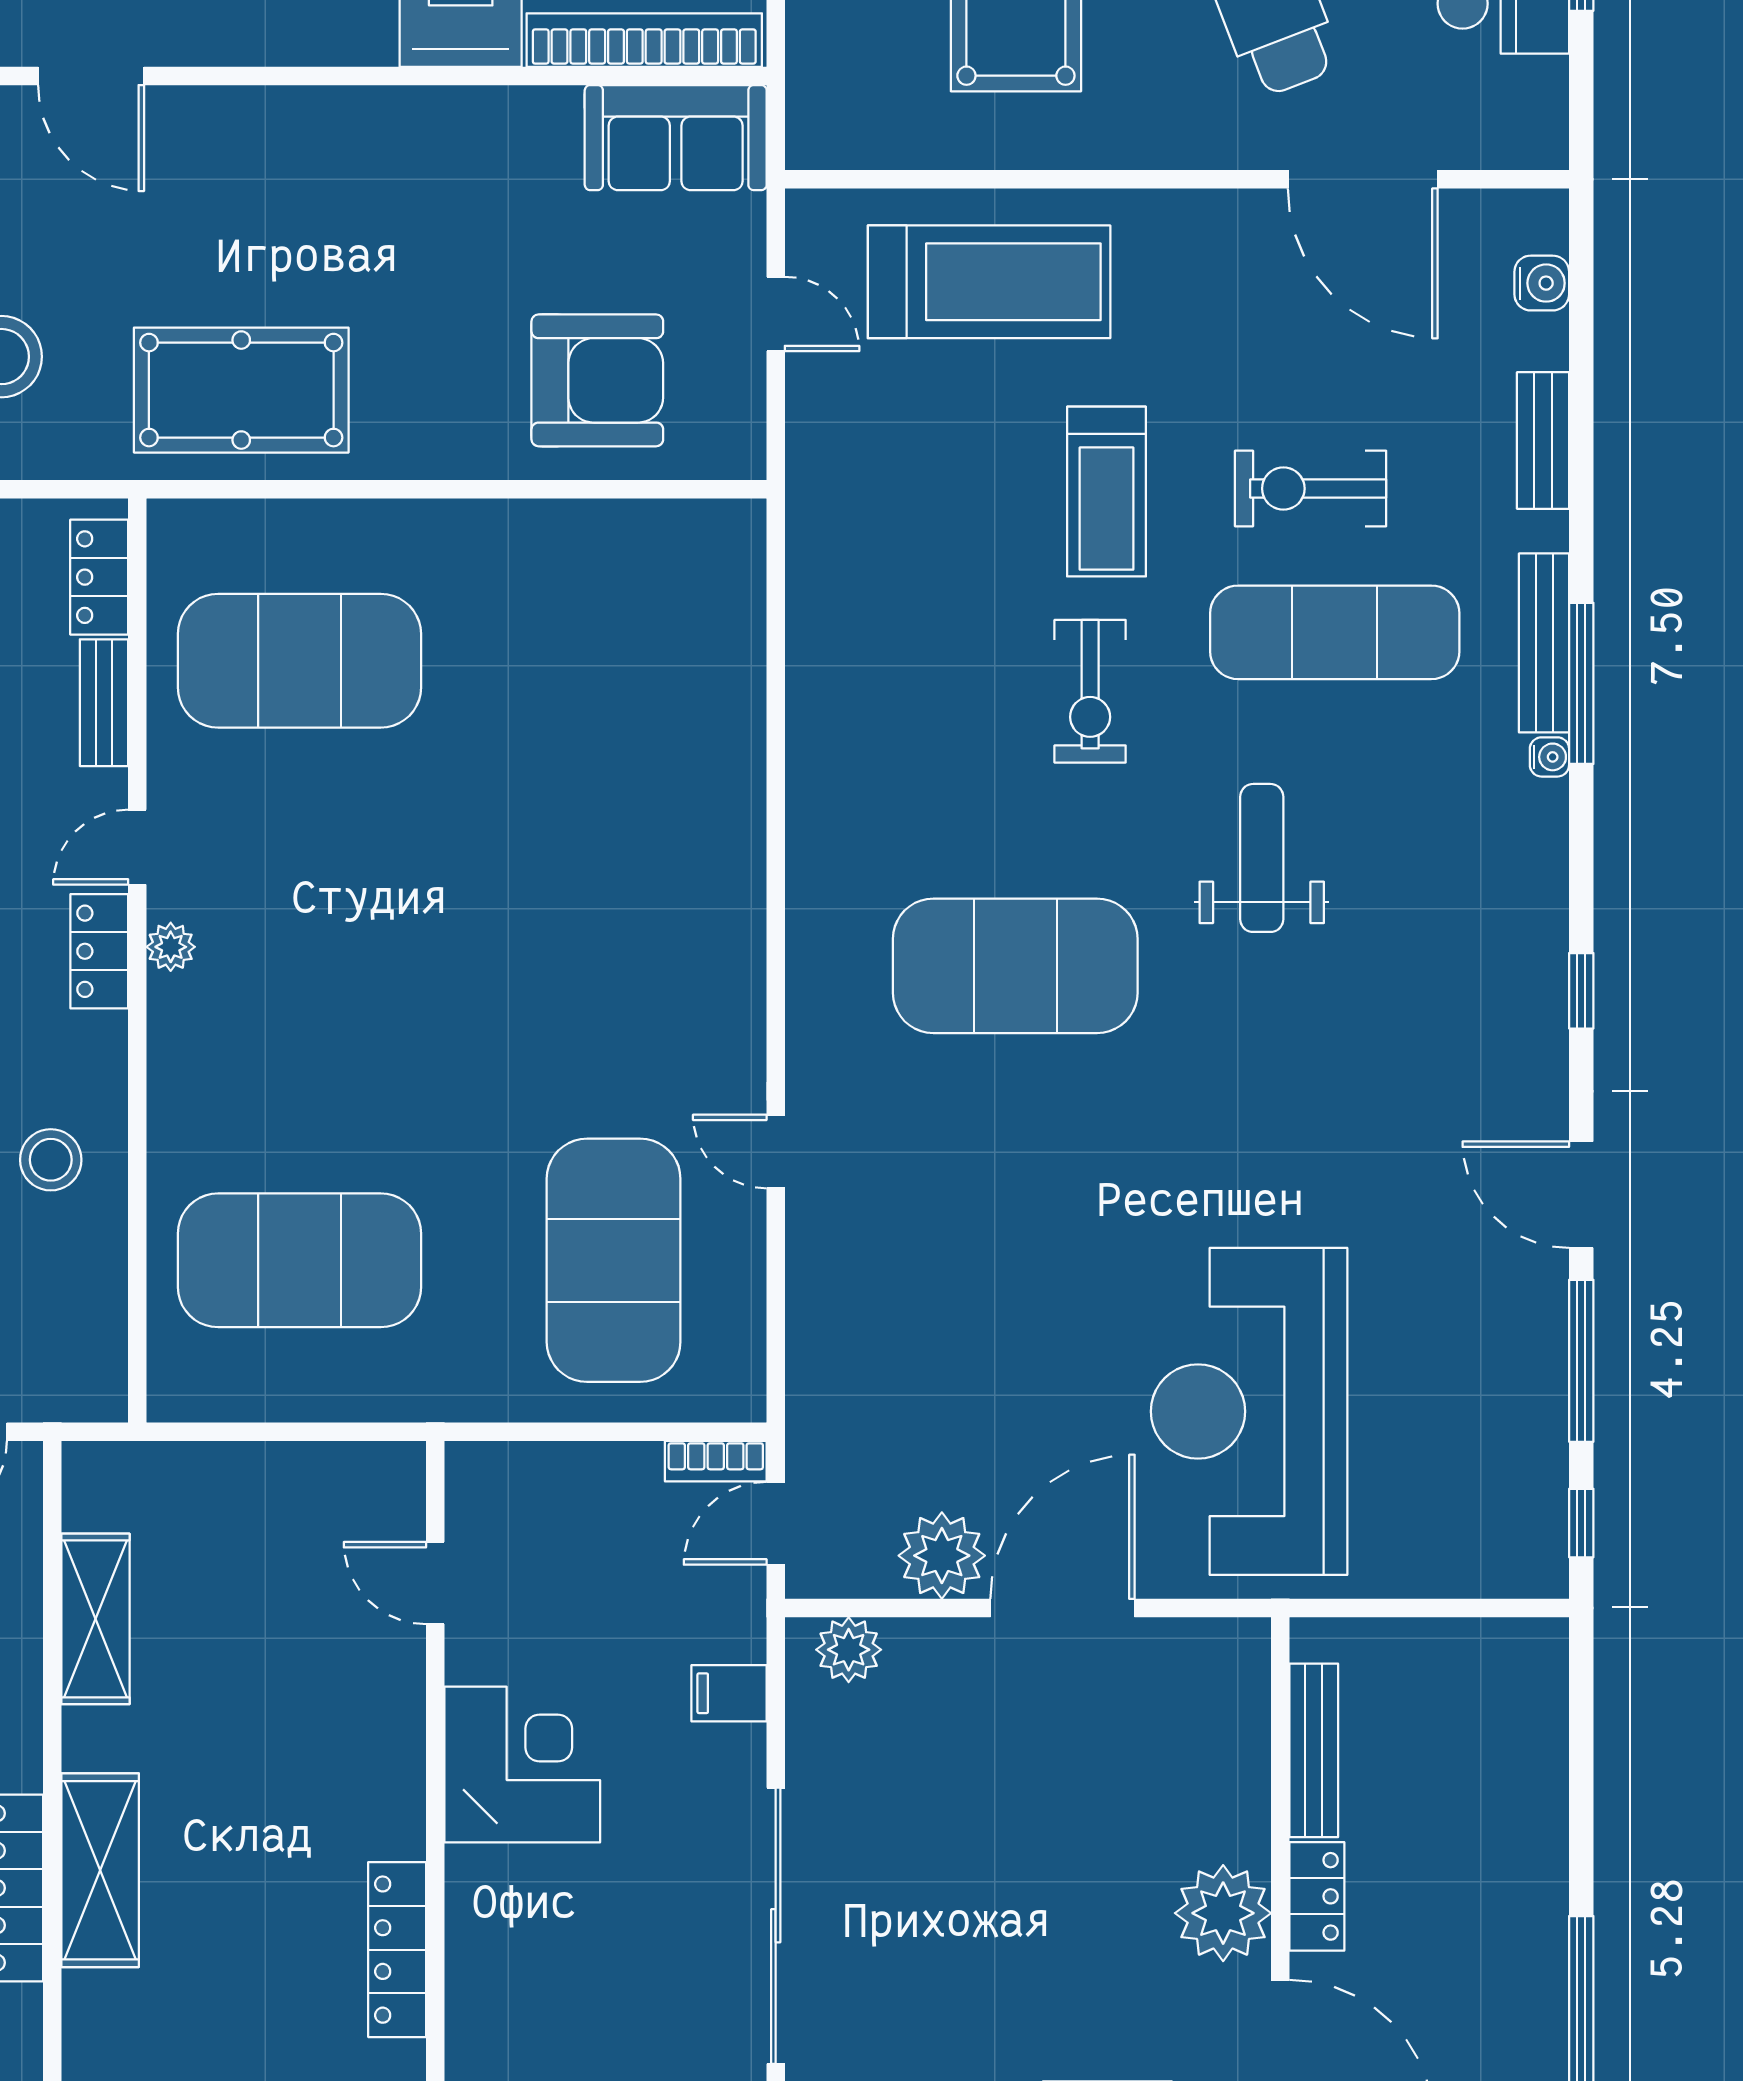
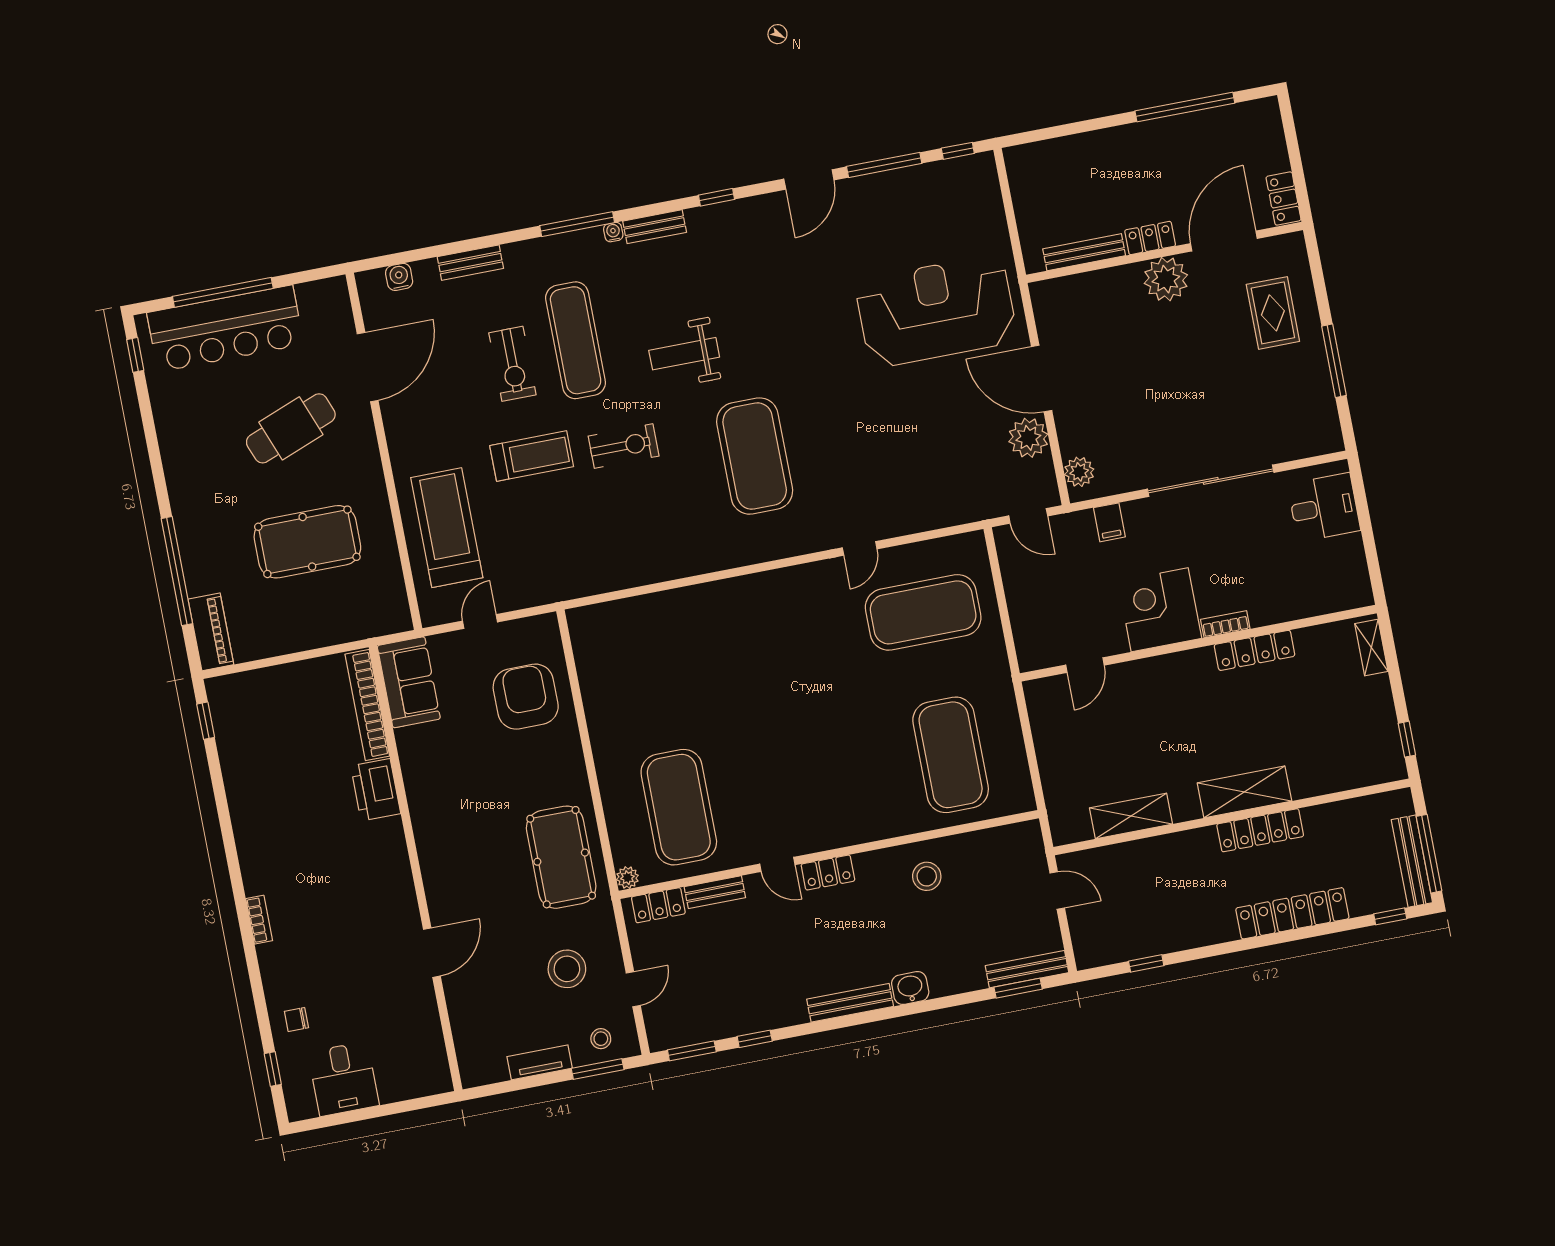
bench: (1544, 643) -> (655, 227), moved, width x0.73
plant: (171, 947) -> (627, 878), moved
reception desk: (1249, 1411) -> (936, 311), turned 180
bookcase: (716, 1461) -> (1225, 624), moved, turned -90

